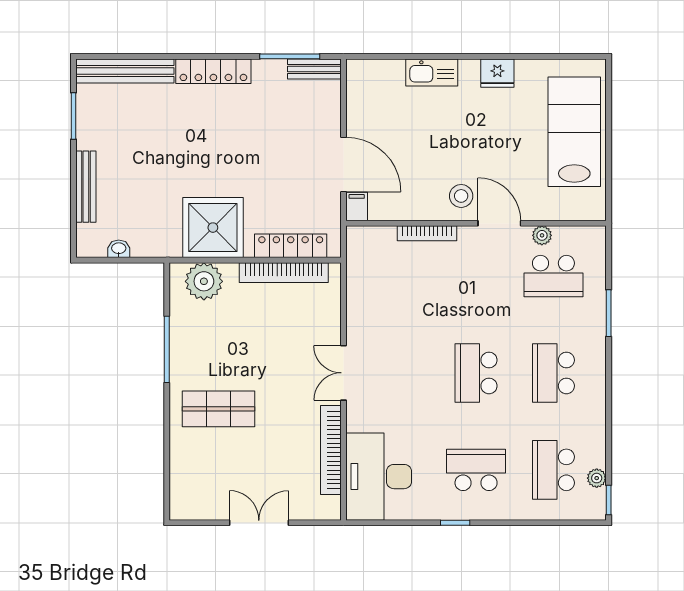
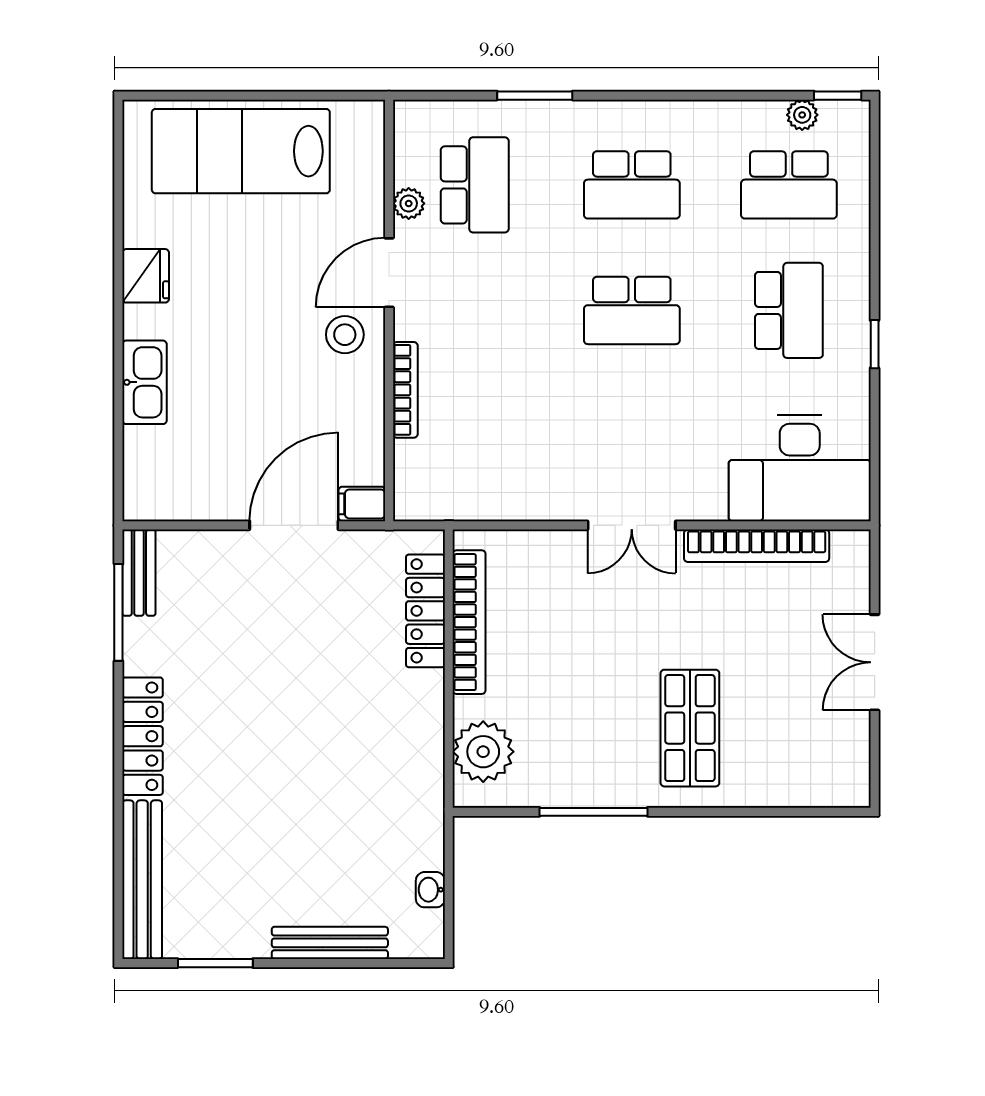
shower: (213, 228) -> (396, 737), removed
school desk: (476, 470) -> (789, 310), turned 180

